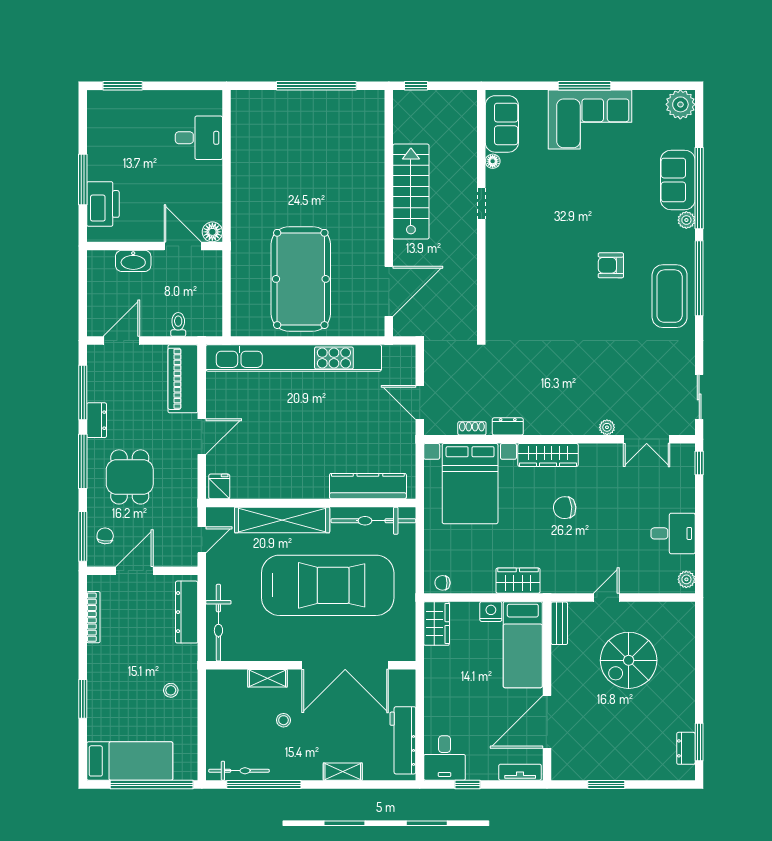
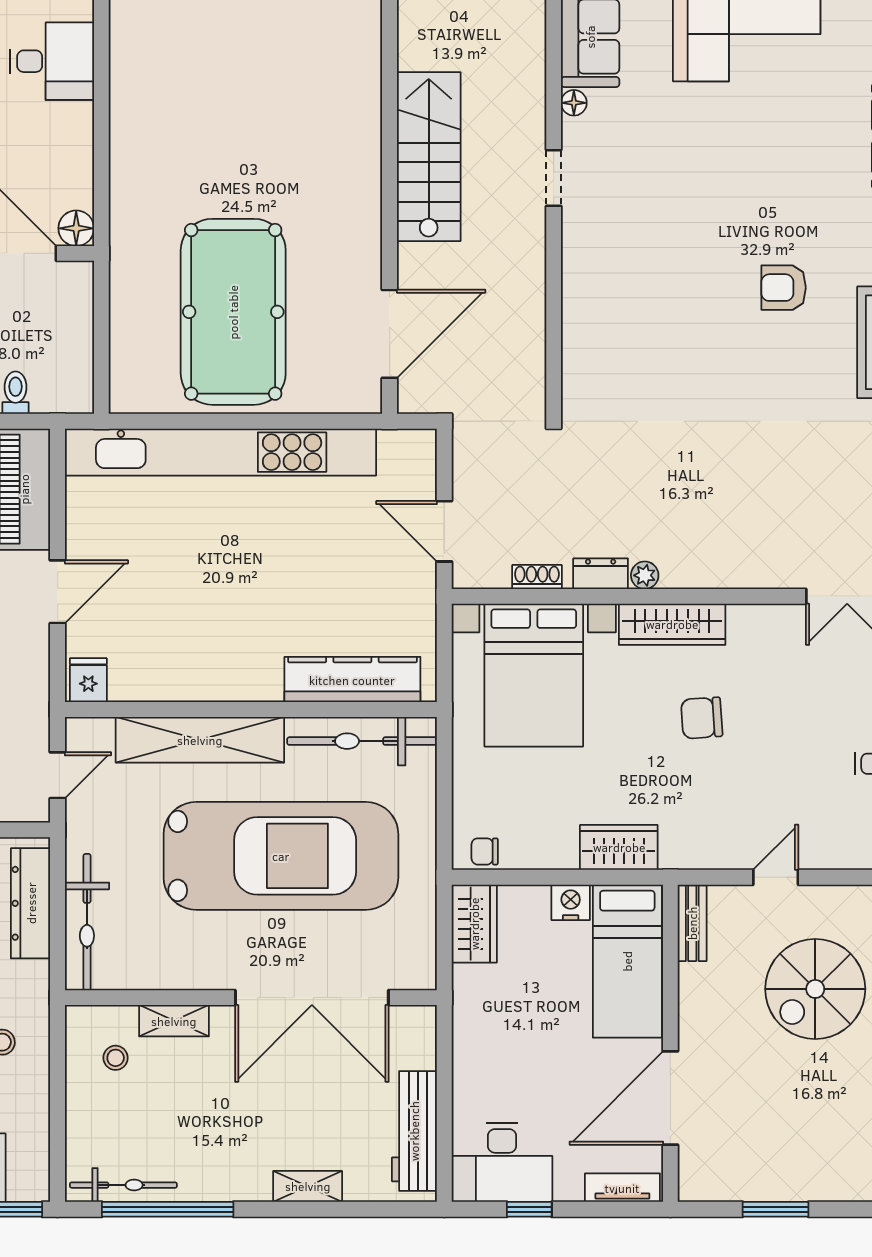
plant: (607, 427) -> (645, 575), moved
stool: (283, 720) -> (116, 1058), moved
desk: (444, 758) -> (502, 1162), width x1.37

